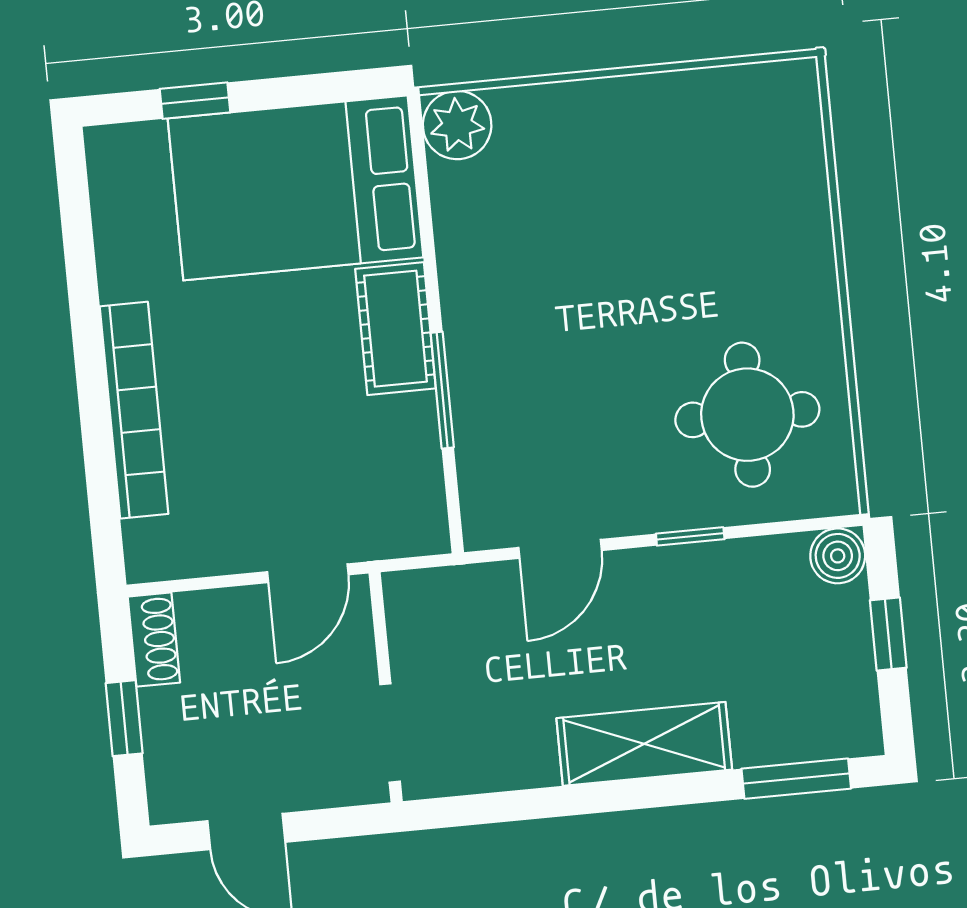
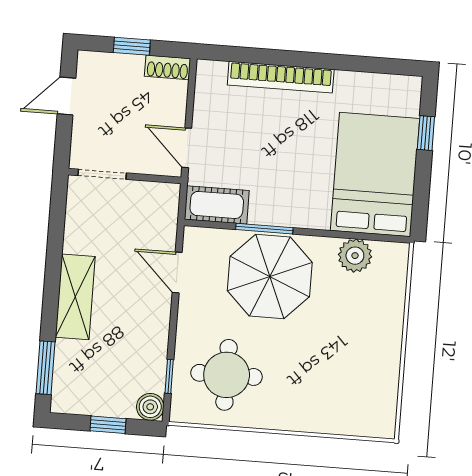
plant: (457, 125) -> (355, 256), moved
cot: (396, 329) -> (217, 205), moved
parasol: (536, 363) -> (270, 277), added
window: (690, 536) -> (169, 376), moved

